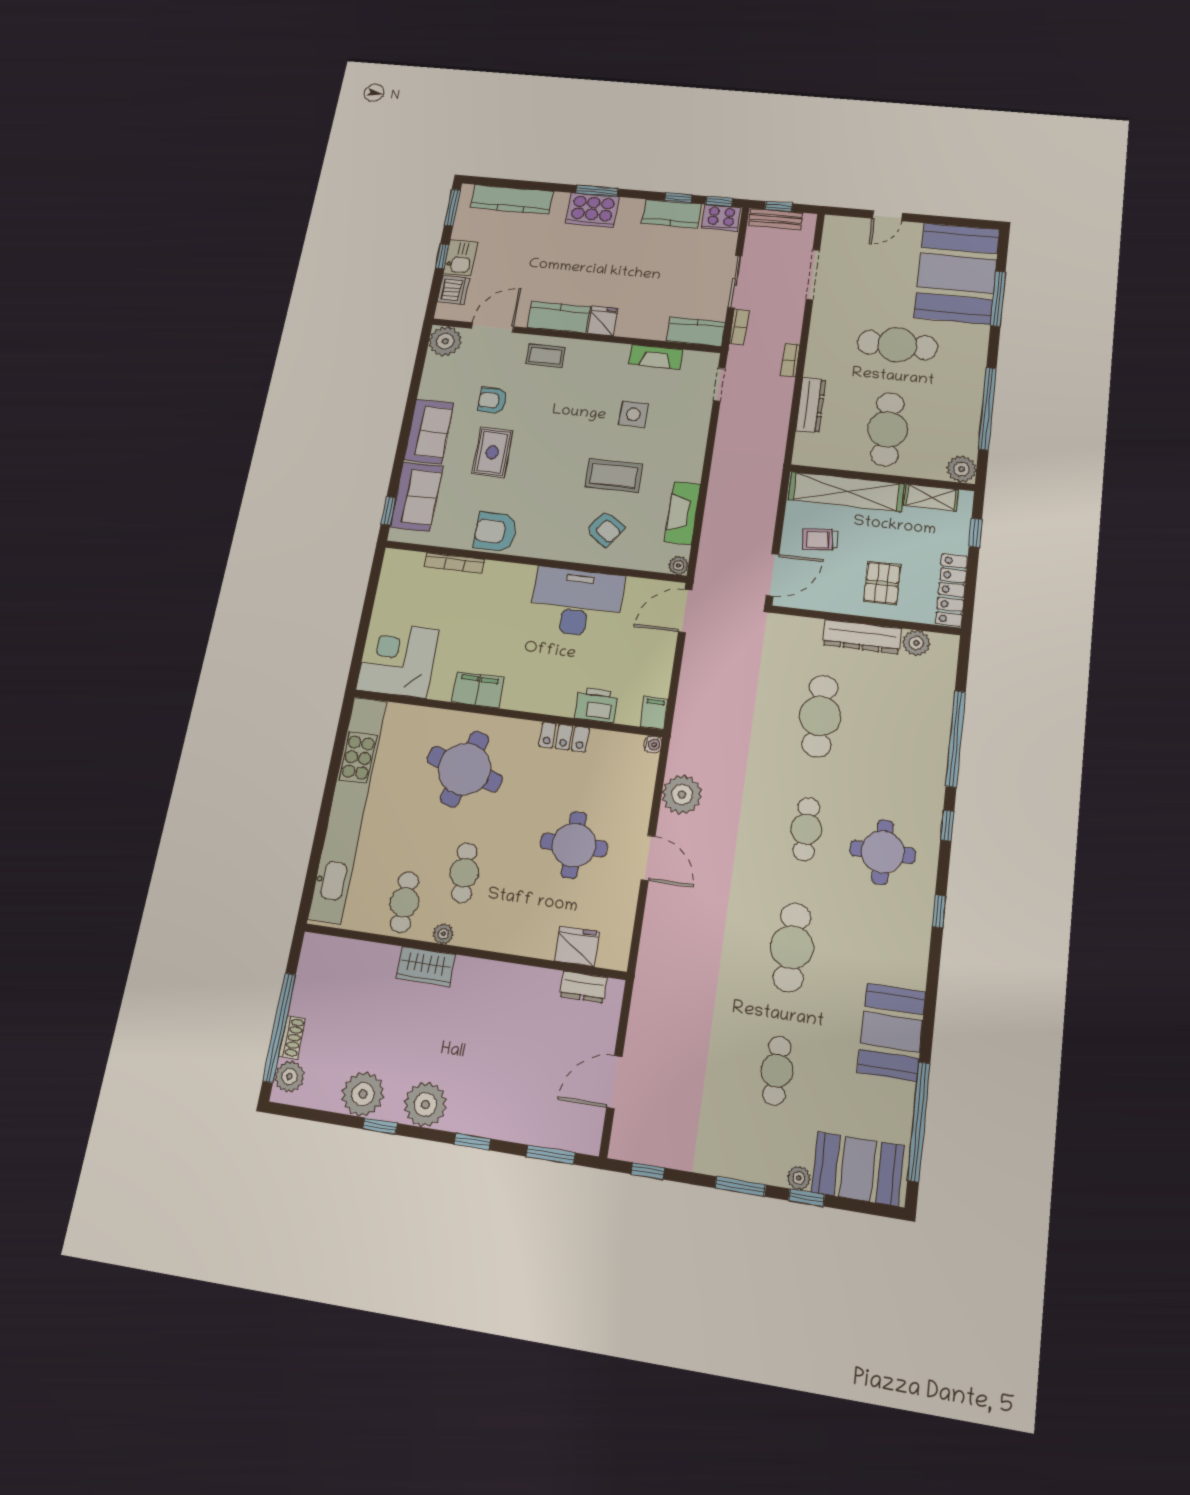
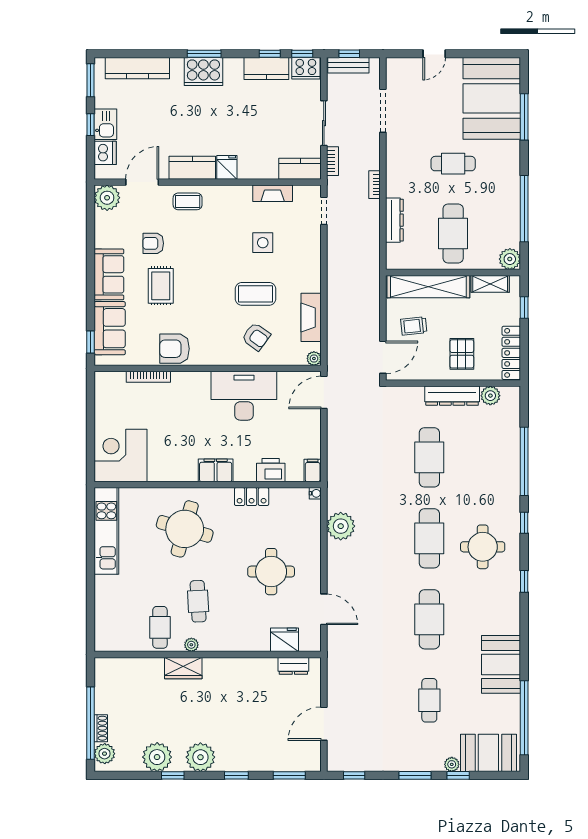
cafe table: (897, 345) -> (453, 164), width x0.73, depth x0.74
filing cabinet: (478, 690) -> (216, 470), moved
kitchen unit: (348, 808) -> (106, 531), width x0.54
cafe table: (806, 829) -> (429, 538), width x1.37, depth x1.35
door: (648, 858) -> (324, 609), moved

